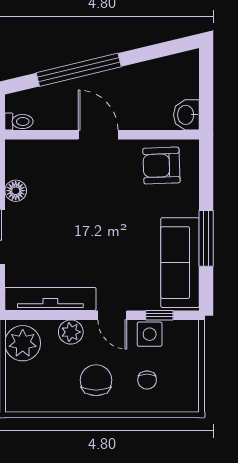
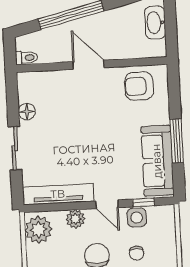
washbasin: (186, 115) -> (155, 23), moved, width x1.38

